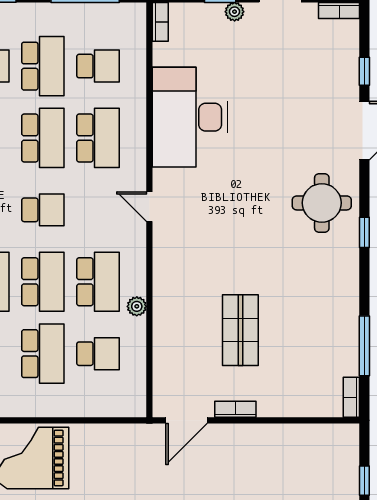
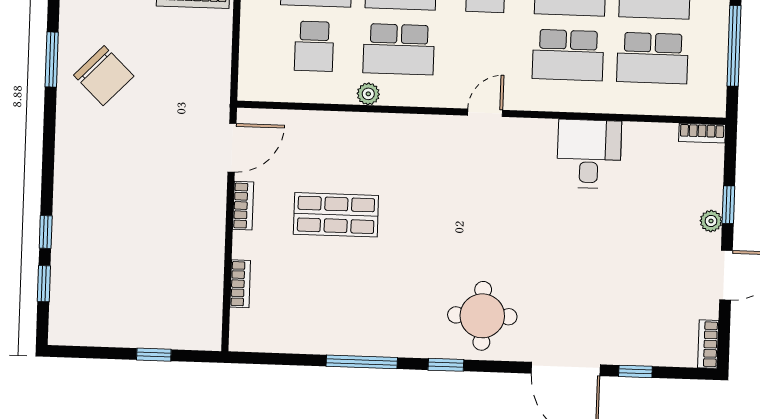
school desk: (98, 66) -> (653, 58), width x1.85
desk: (190, 117) -> (589, 154), width x0.53, depth x0.77
window: (364, 346) -> (362, 362), moved
bookcase: (351, 397) -> (240, 284), moved, turned 90
door: (187, 420) -> (232, 148), swing flipped

